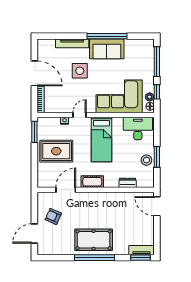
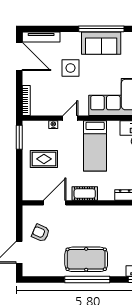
tv unit: (72, 43) -> (41, 37), moved
door: (34, 73) -> (19, 56), moved
rug: (56, 151) -> (44, 159), width x0.73, depth x0.70

